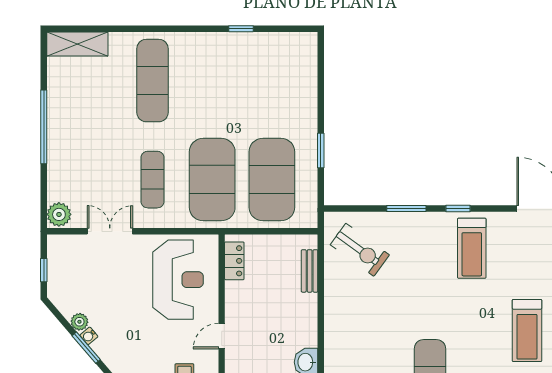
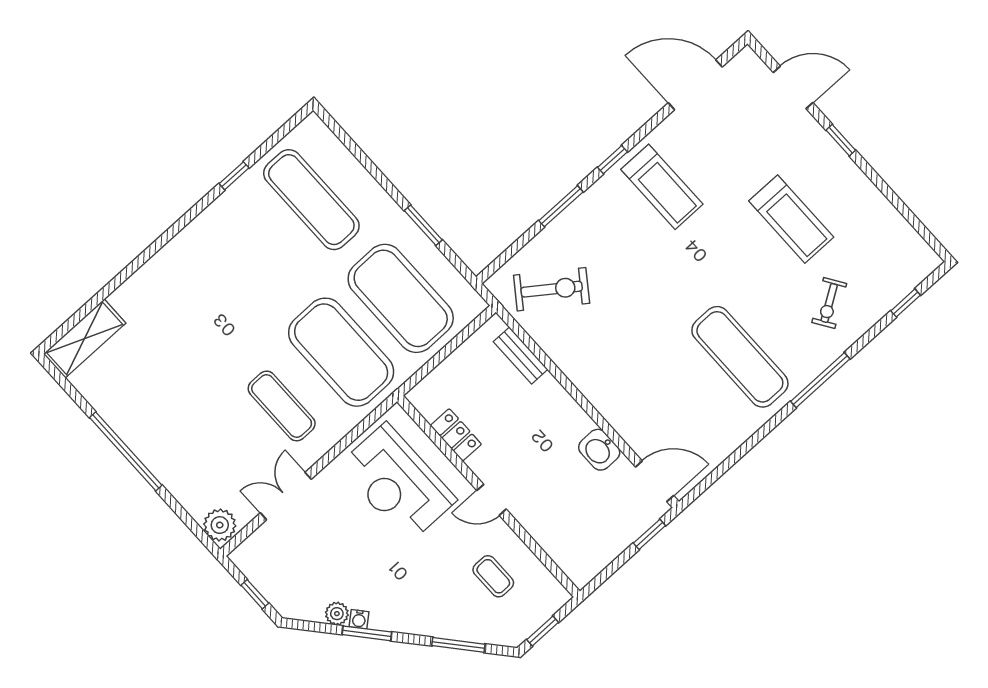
exercise mat: (152, 81) -> (311, 200), moved
locker: (234, 261) -> (456, 435), moved
reception desk: (178, 280) -> (397, 483), turned 180
door: (222, 336) -> (492, 500), hinge flipped

